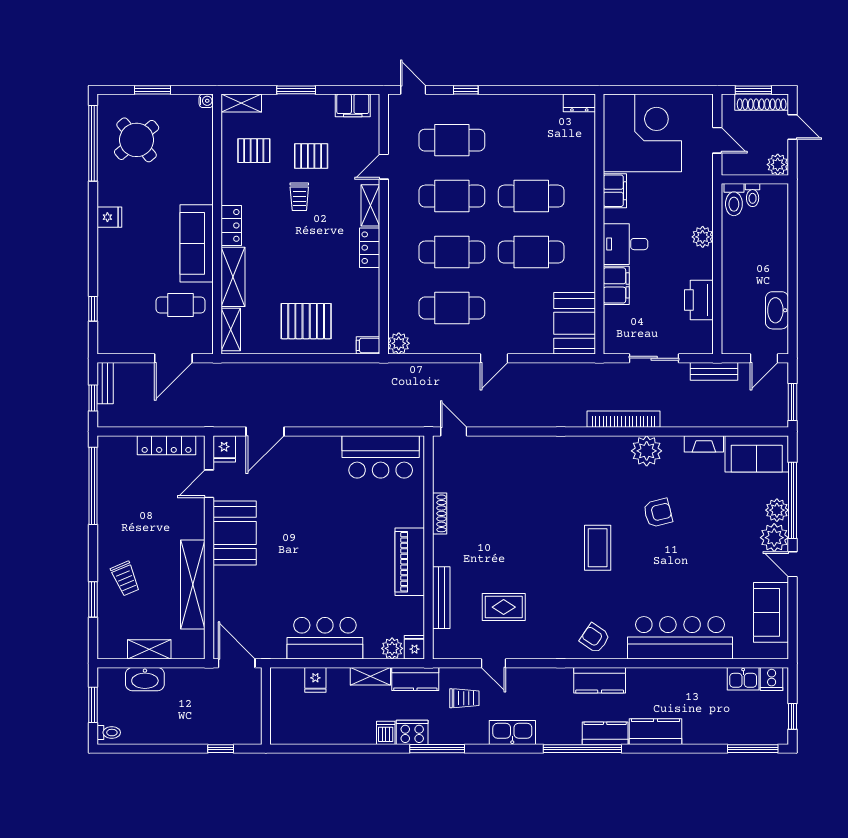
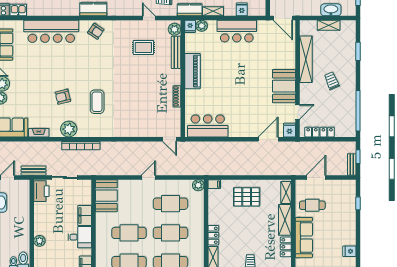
printer: (699, 300) -> (41, 191), moved
coffee table: (598, 548) -> (97, 102), moved
trolley: (125, 579) -> (332, 81), moved
plant: (444, 642) -> (174, 29), added

